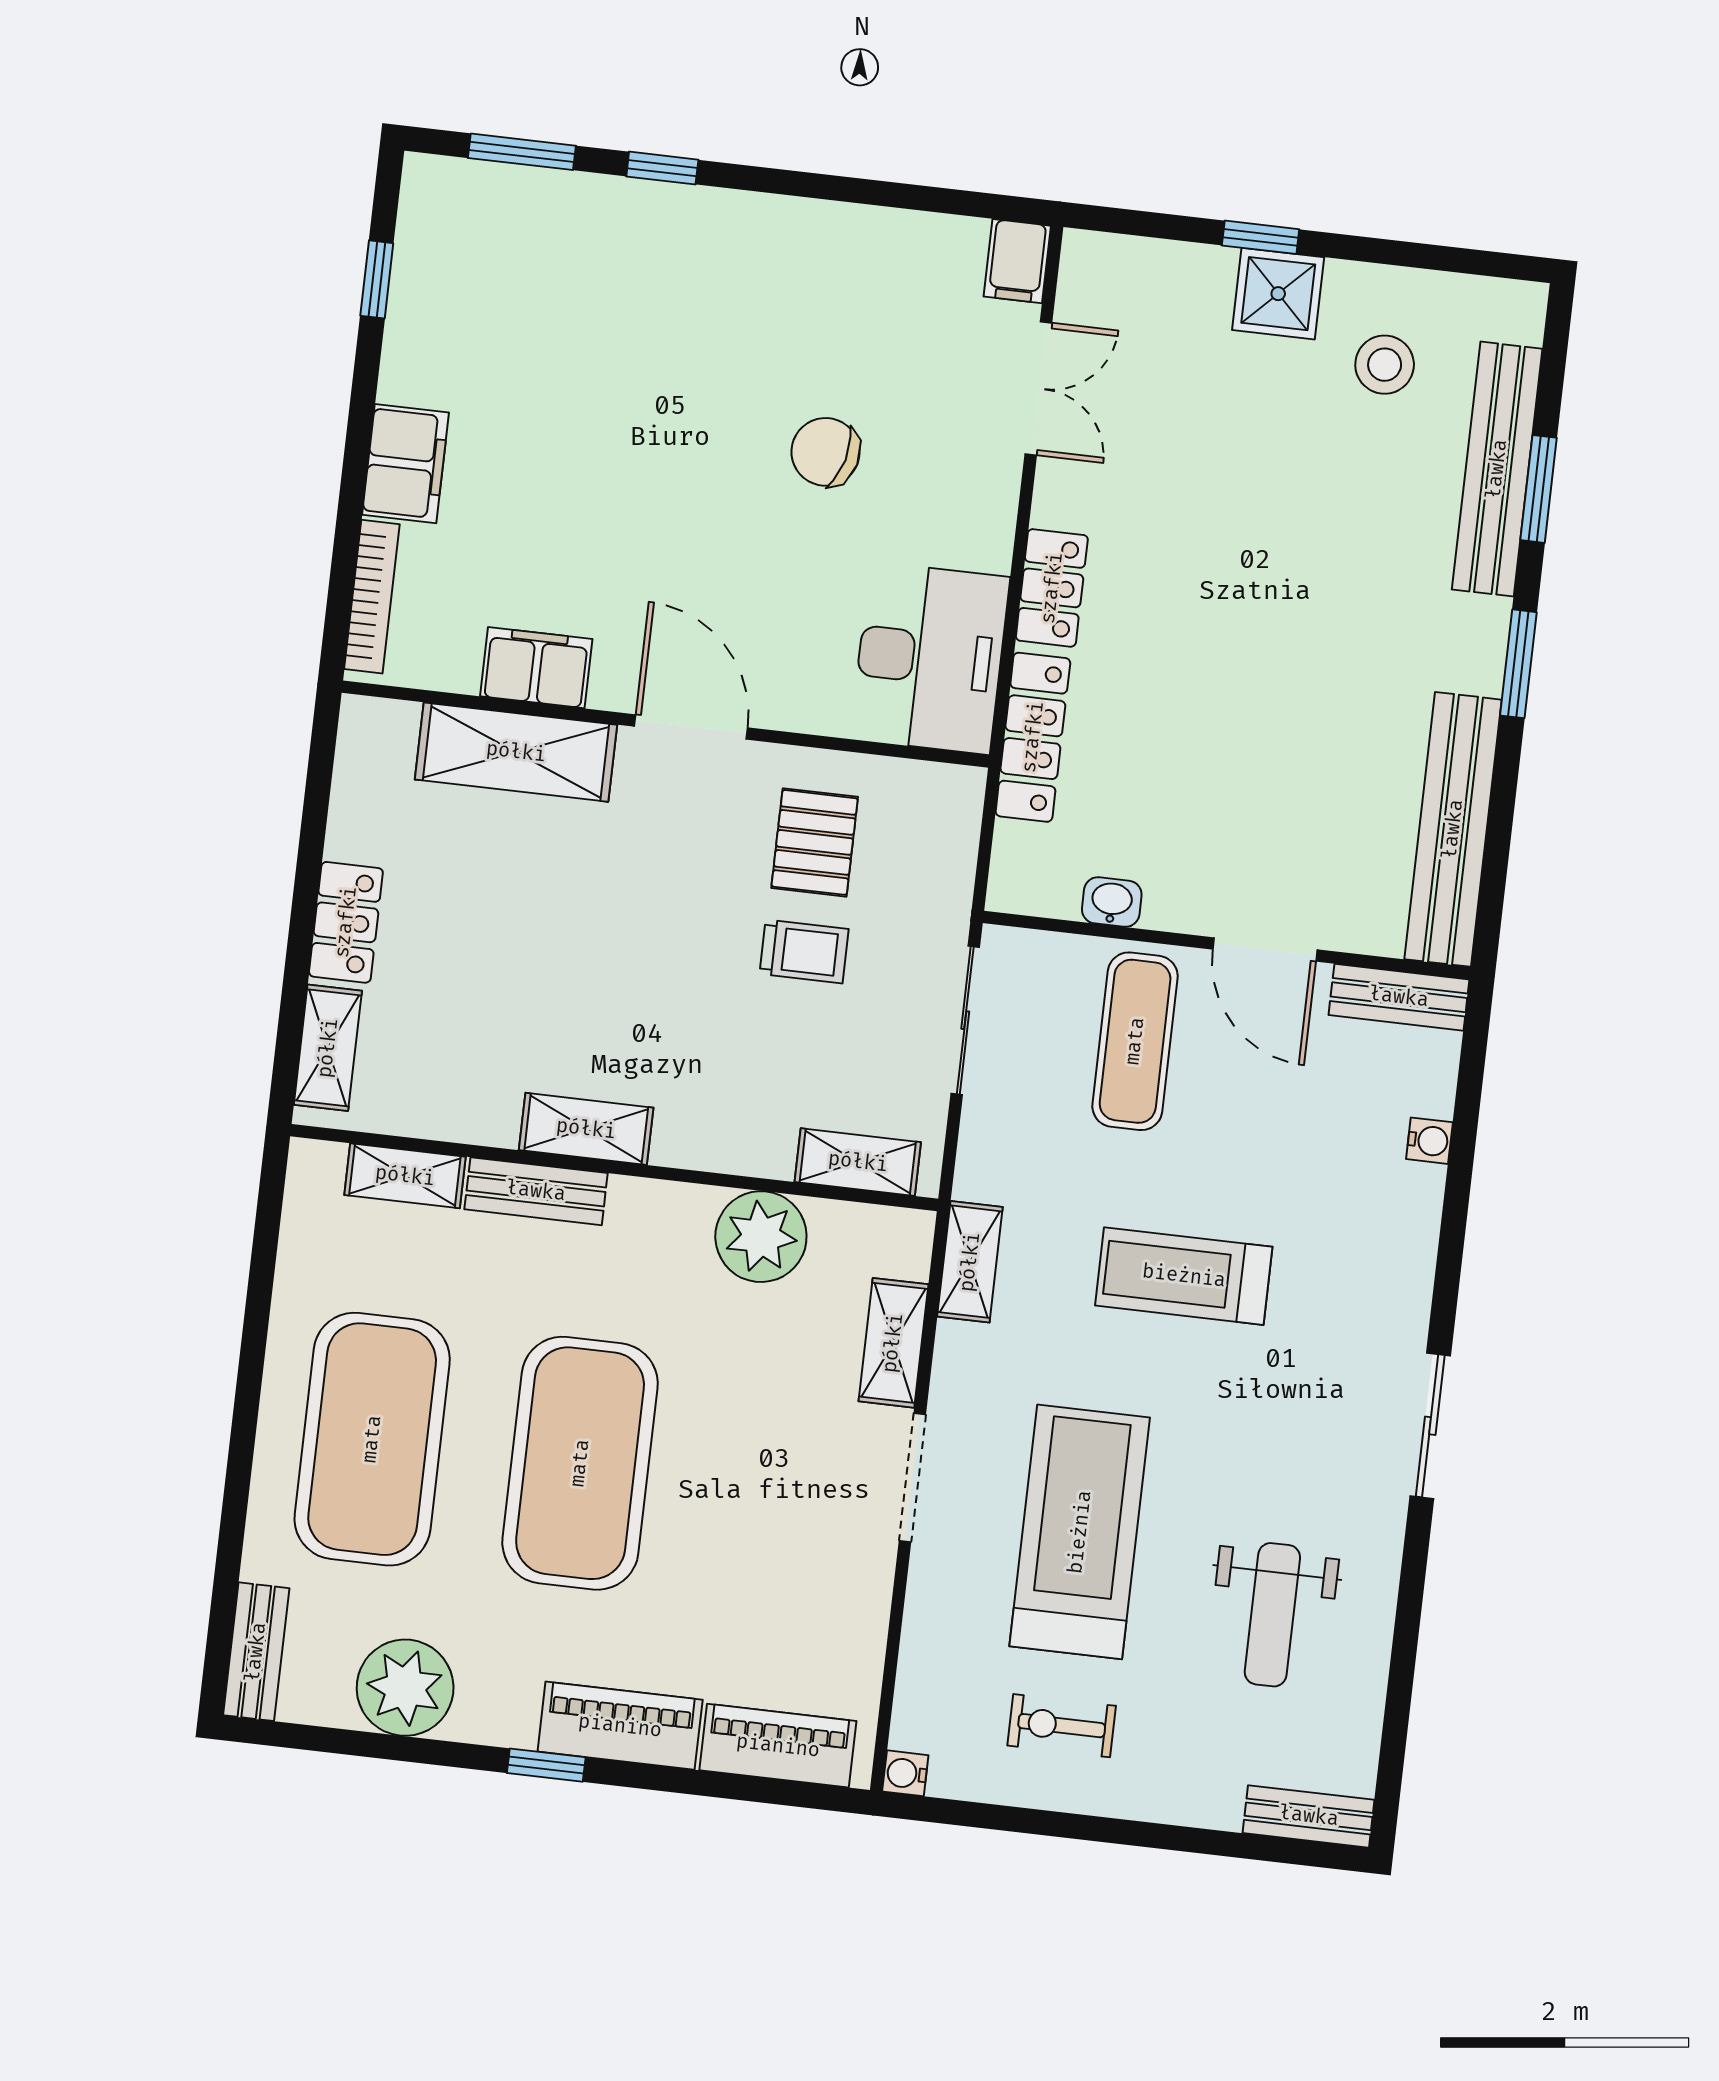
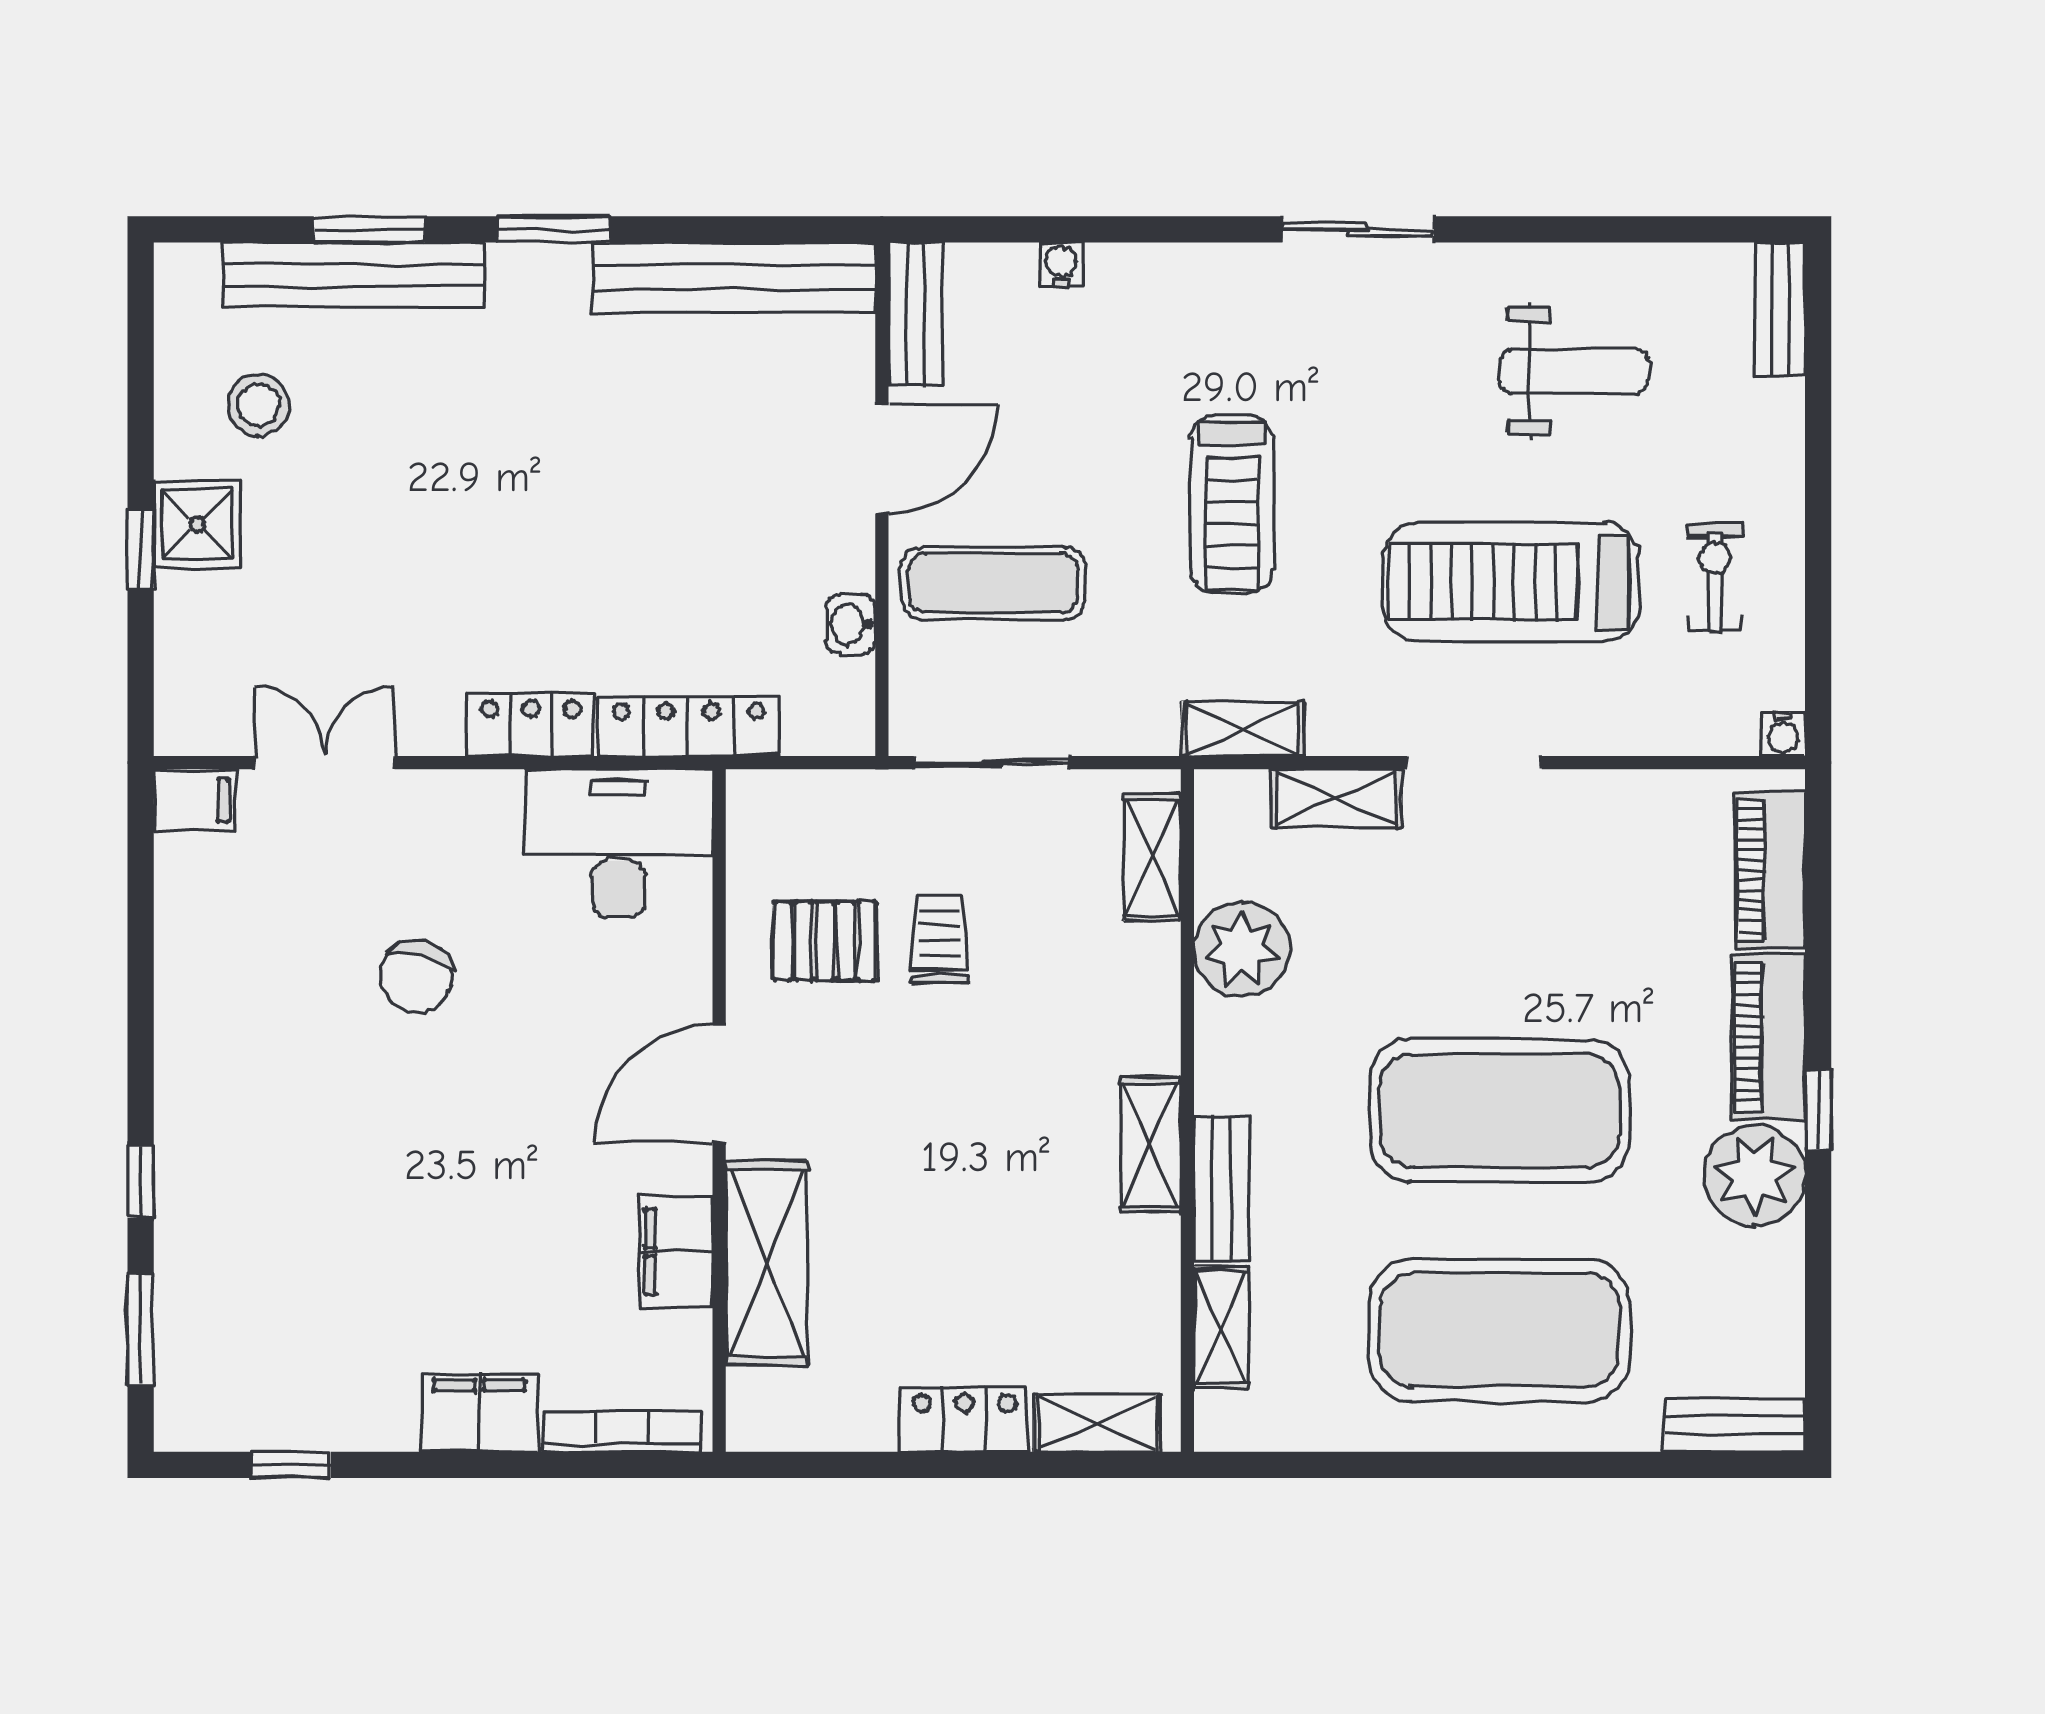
plant: (405, 1688) -> (1754, 1176), moved
exercise bike: (1062, 1726) -> (1715, 577), turned 180

